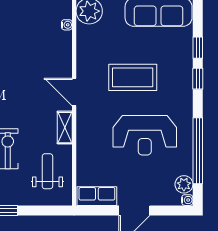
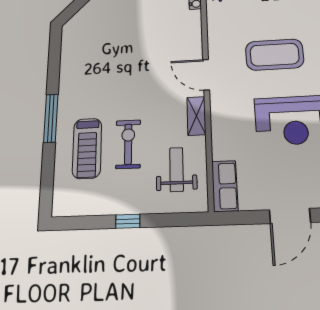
row of seats: (97, 196) -> (225, 186), moved, turned 90

